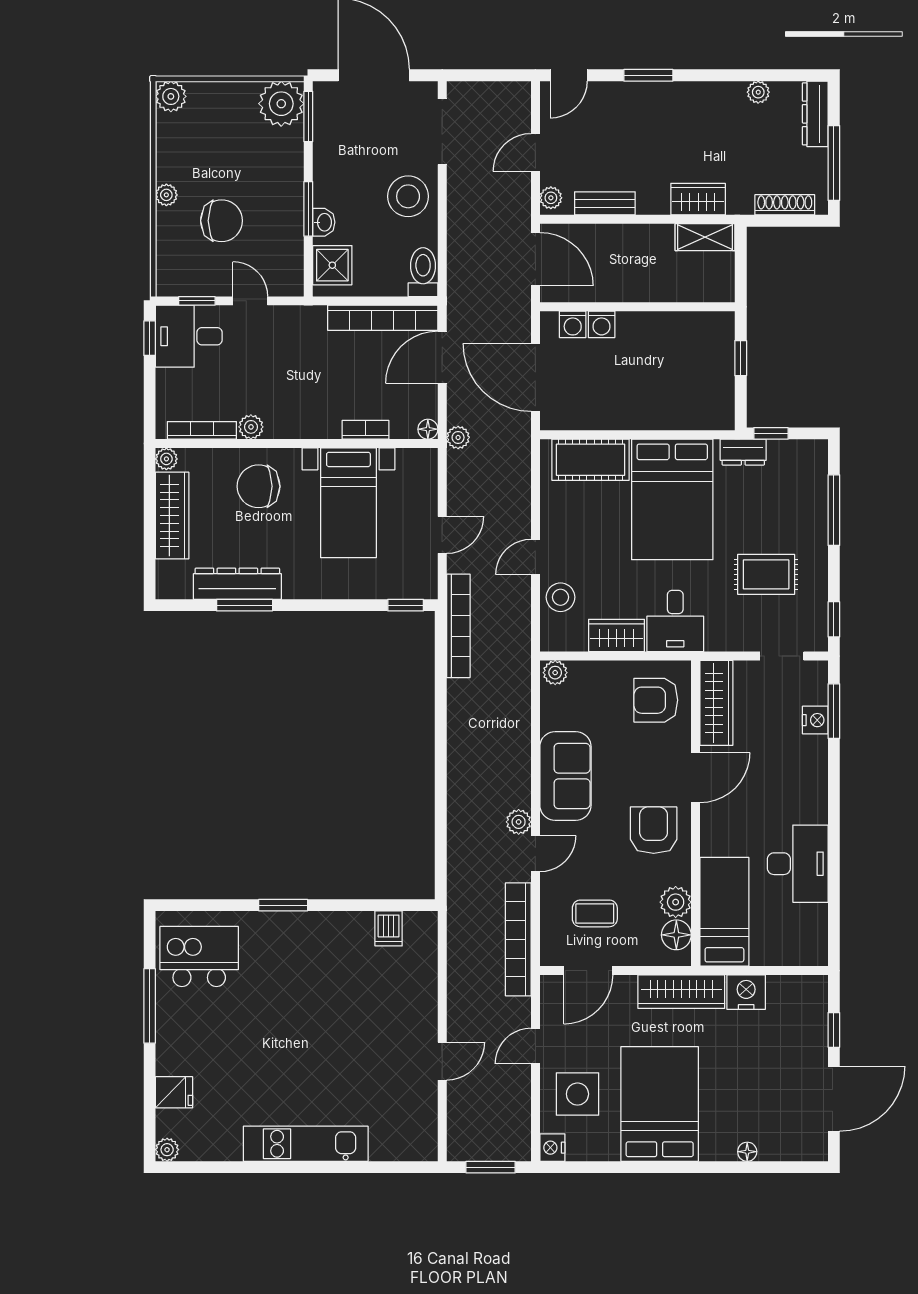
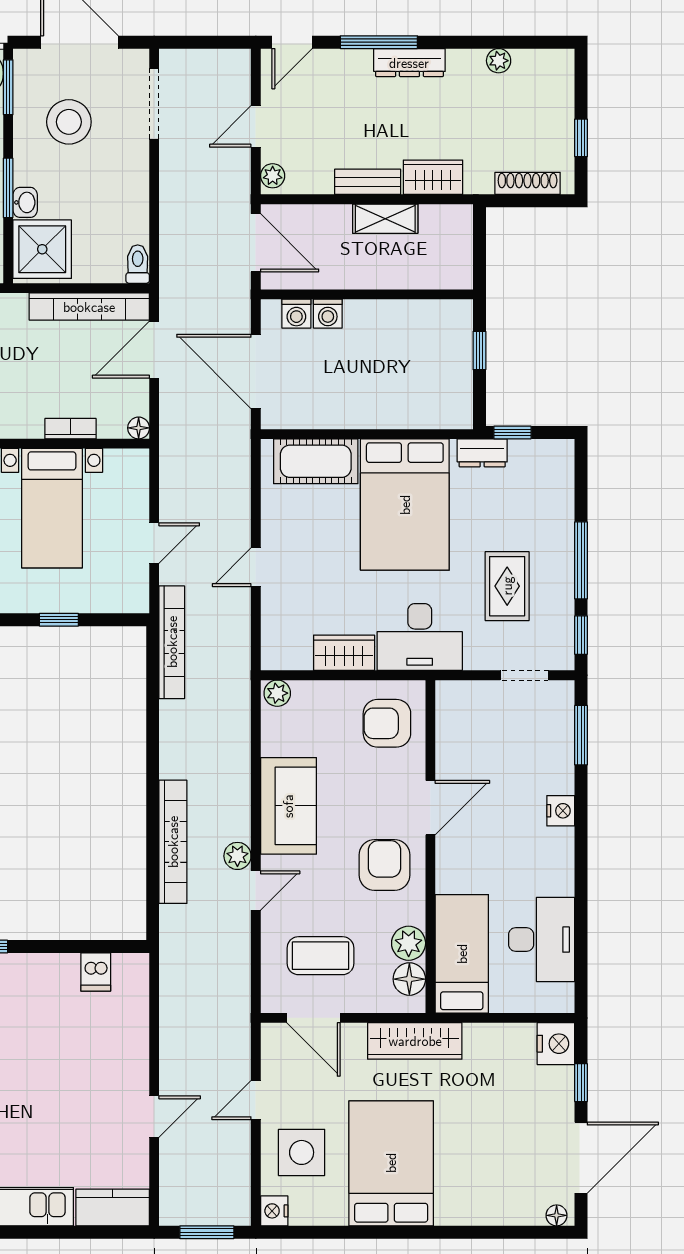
window: (648, 75) -> (379, 42), width x1.44
dresser: (815, 114) -> (409, 63), moved, turned -90
window: (834, 163) -> (581, 138), width x0.46
stool: (408, 196) -> (69, 122), moved
bench: (605, 203) -> (368, 182), moved
shelving: (705, 237) -> (385, 219), moved
shower: (332, 265) -> (42, 249), width x1.36, depth x1.36
toilet: (423, 272) -> (138, 264), width x0.73, depth x0.72
plant: (458, 437) -> (171, 437), removed
window: (834, 510) -> (581, 560), moved
rug: (766, 574) -> (507, 586), turned 90
stool: (561, 597) -> (283, 611), removed
window: (406, 605) -> (59, 620), moved
desk: (675, 621) -> (420, 637), width x1.37
wardrobe: (716, 703) -> (453, 726), removed
nightstand: (815, 720) -> (561, 811), moved
desk: (798, 864) -> (542, 940), moved
coffee table: (595, 913) -> (320, 956), width x1.36, depth x1.30
bookcase: (518, 939) -> (173, 842), moved, turned 180
door: (588, 971) -> (313, 1018), hinge flipped
nightstand: (746, 992) -> (556, 1044), moved, turned 90
kitchen counter: (404, 1144) -> (113, 1207), added
floor lamp: (747, 1152) -> (557, 1215), moved

